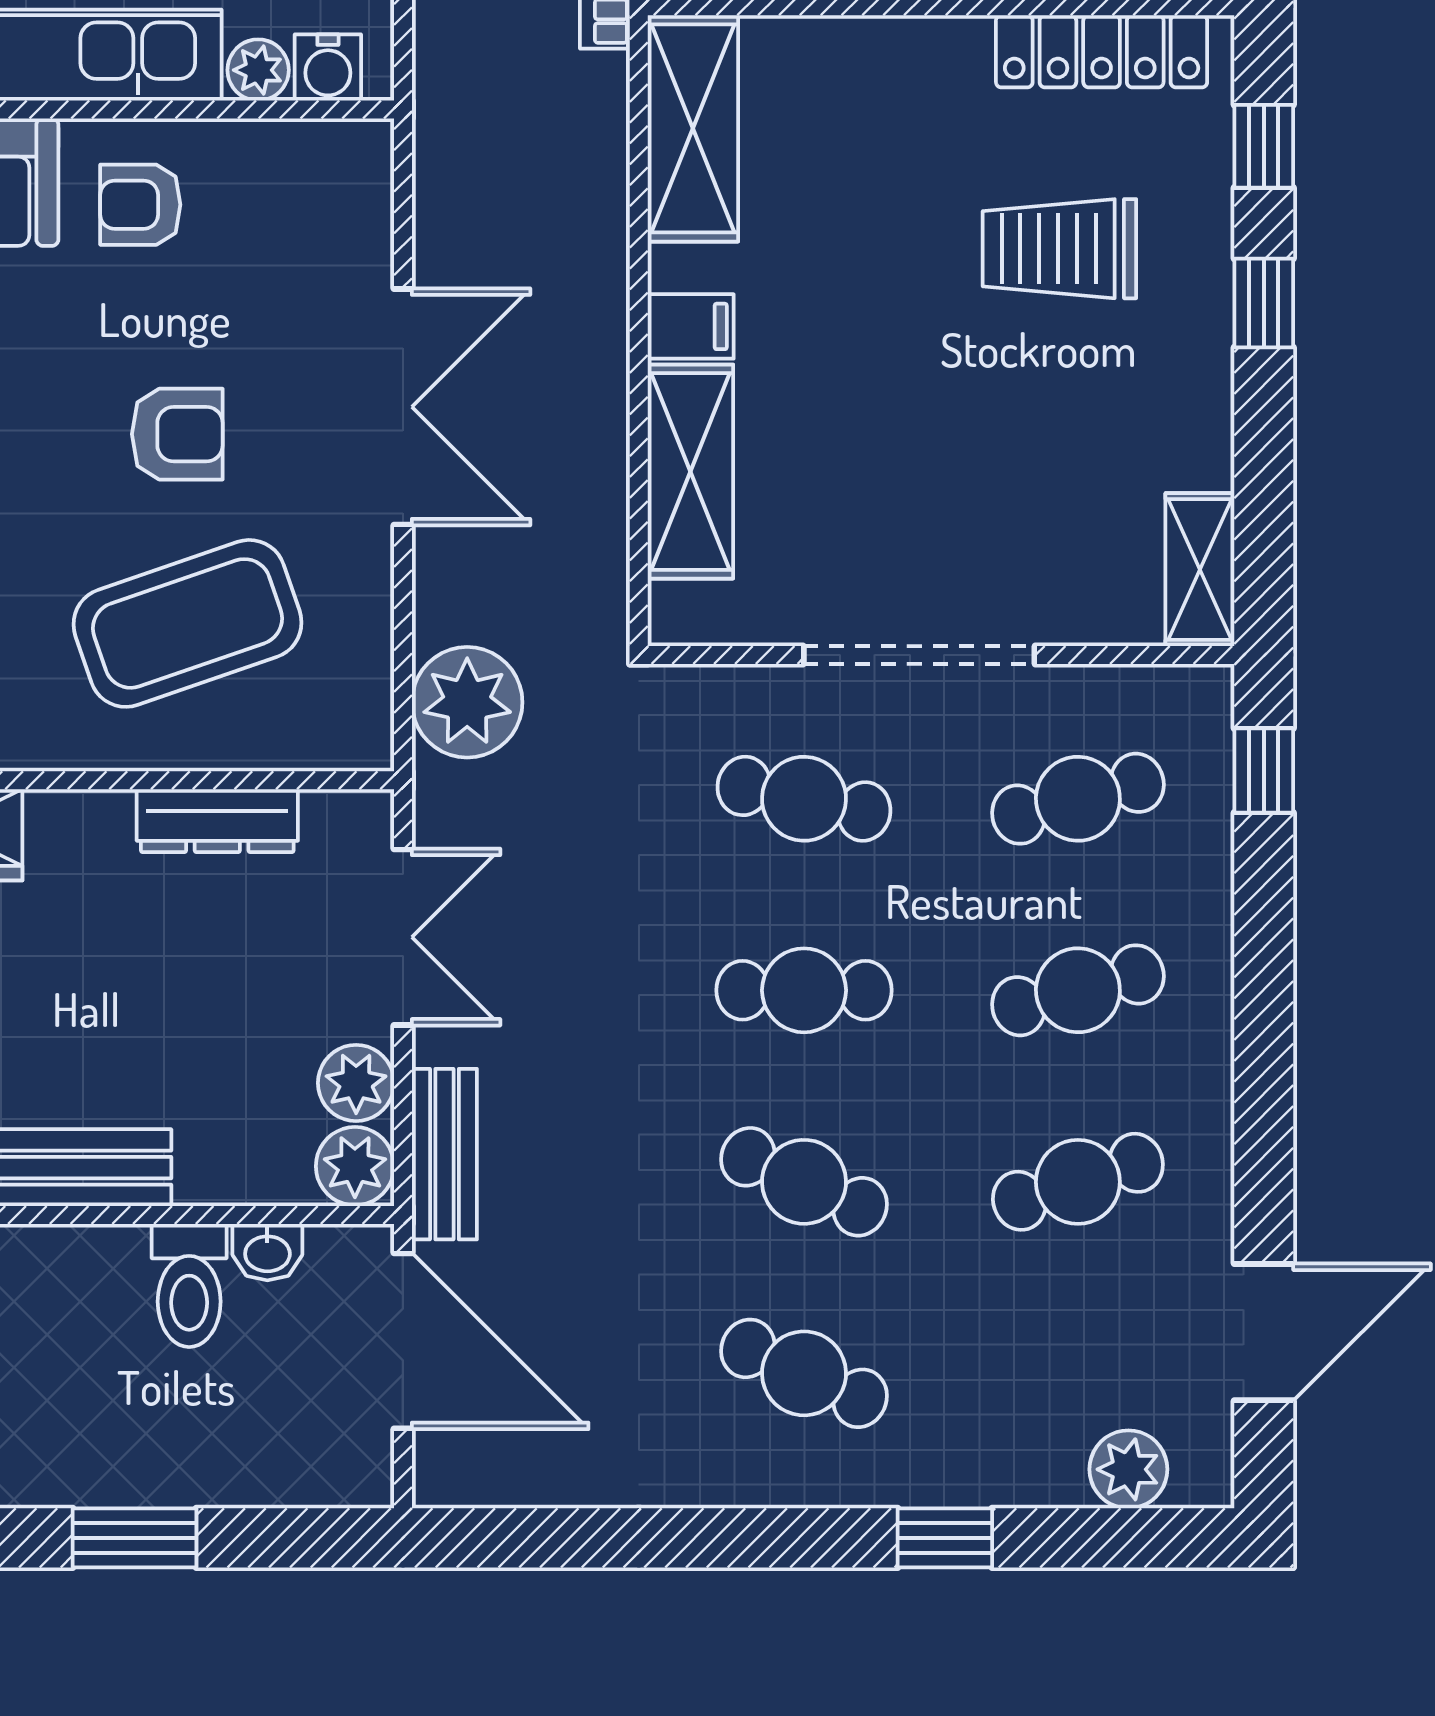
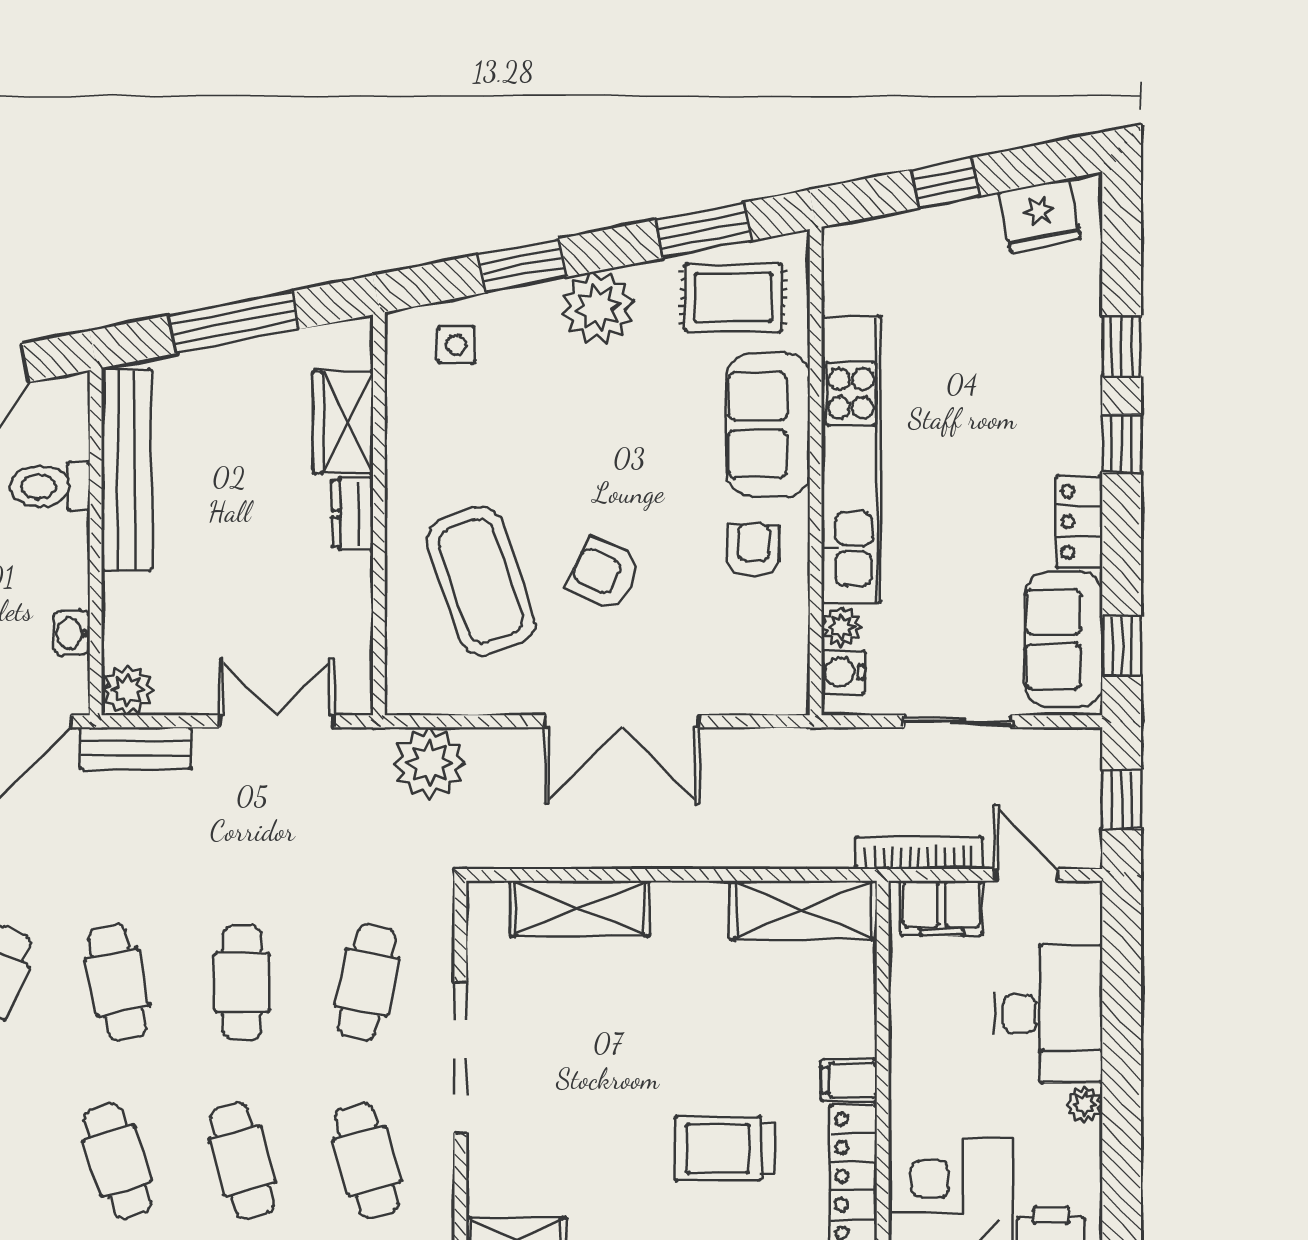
trolley: (1059, 249) -> (725, 1149), turned -90
filing cabinet: (691, 326) -> (849, 1080), moved, turned 90
armchair: (177, 434) -> (604, 574), turned 116
dresser: (217, 821) -> (353, 514), moved, width x0.70
double door: (403, 937) -> (277, 721), swing flipped
plant: (356, 1083) -> (182, 691), removed
cafe table: (804, 1182) -> (117, 982), turned -36
toilet: (189, 1285) -> (50, 486), moved

